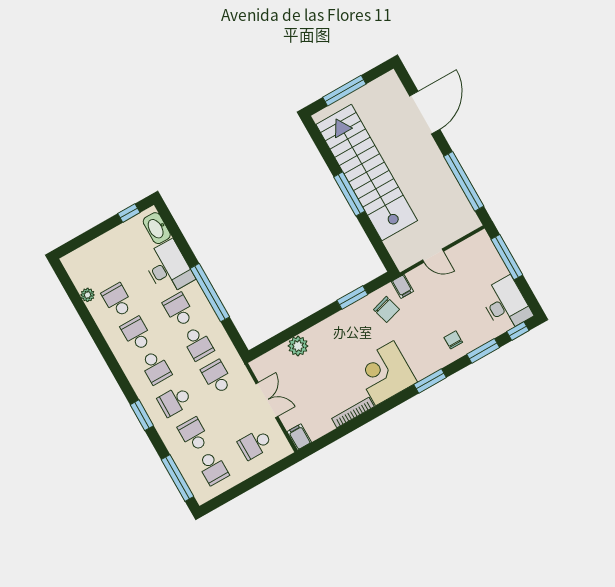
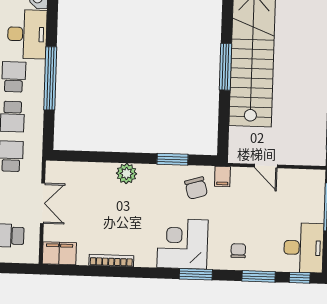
plant: (298, 346) -> (126, 173), moved
corner desk: (385, 373) -> (182, 244), moved
filing cabinet: (299, 437) -> (59, 253), width x2.00

